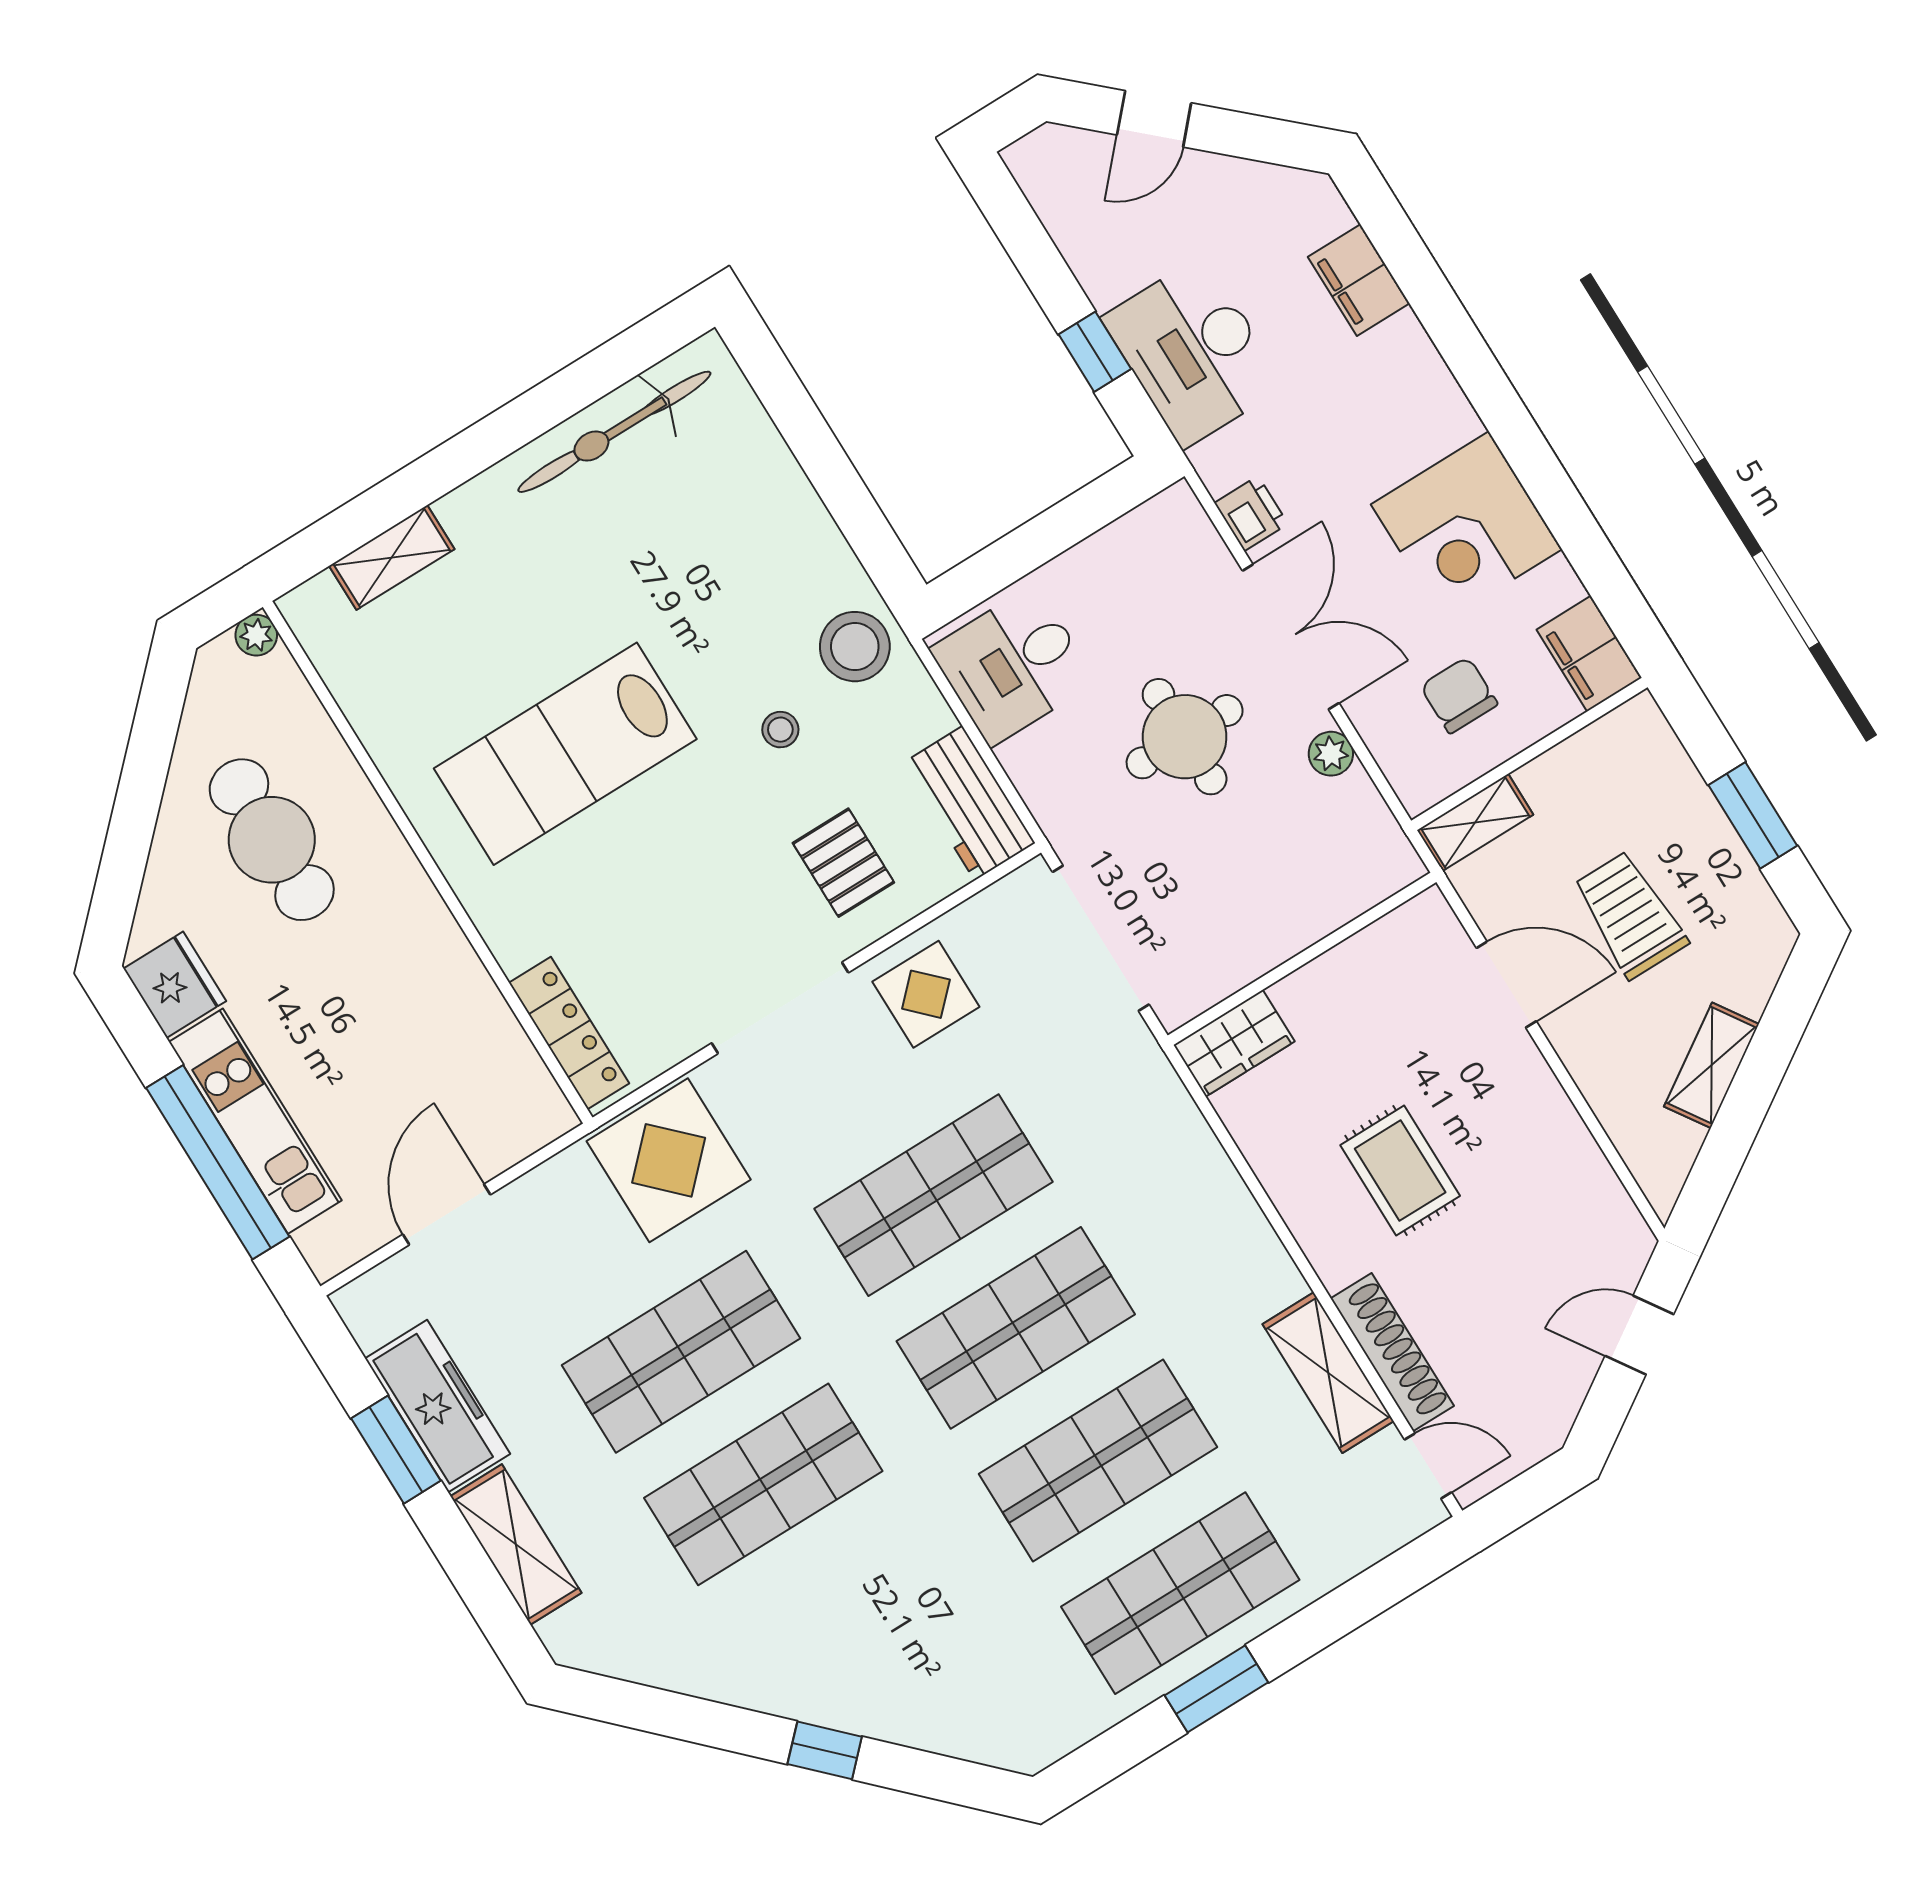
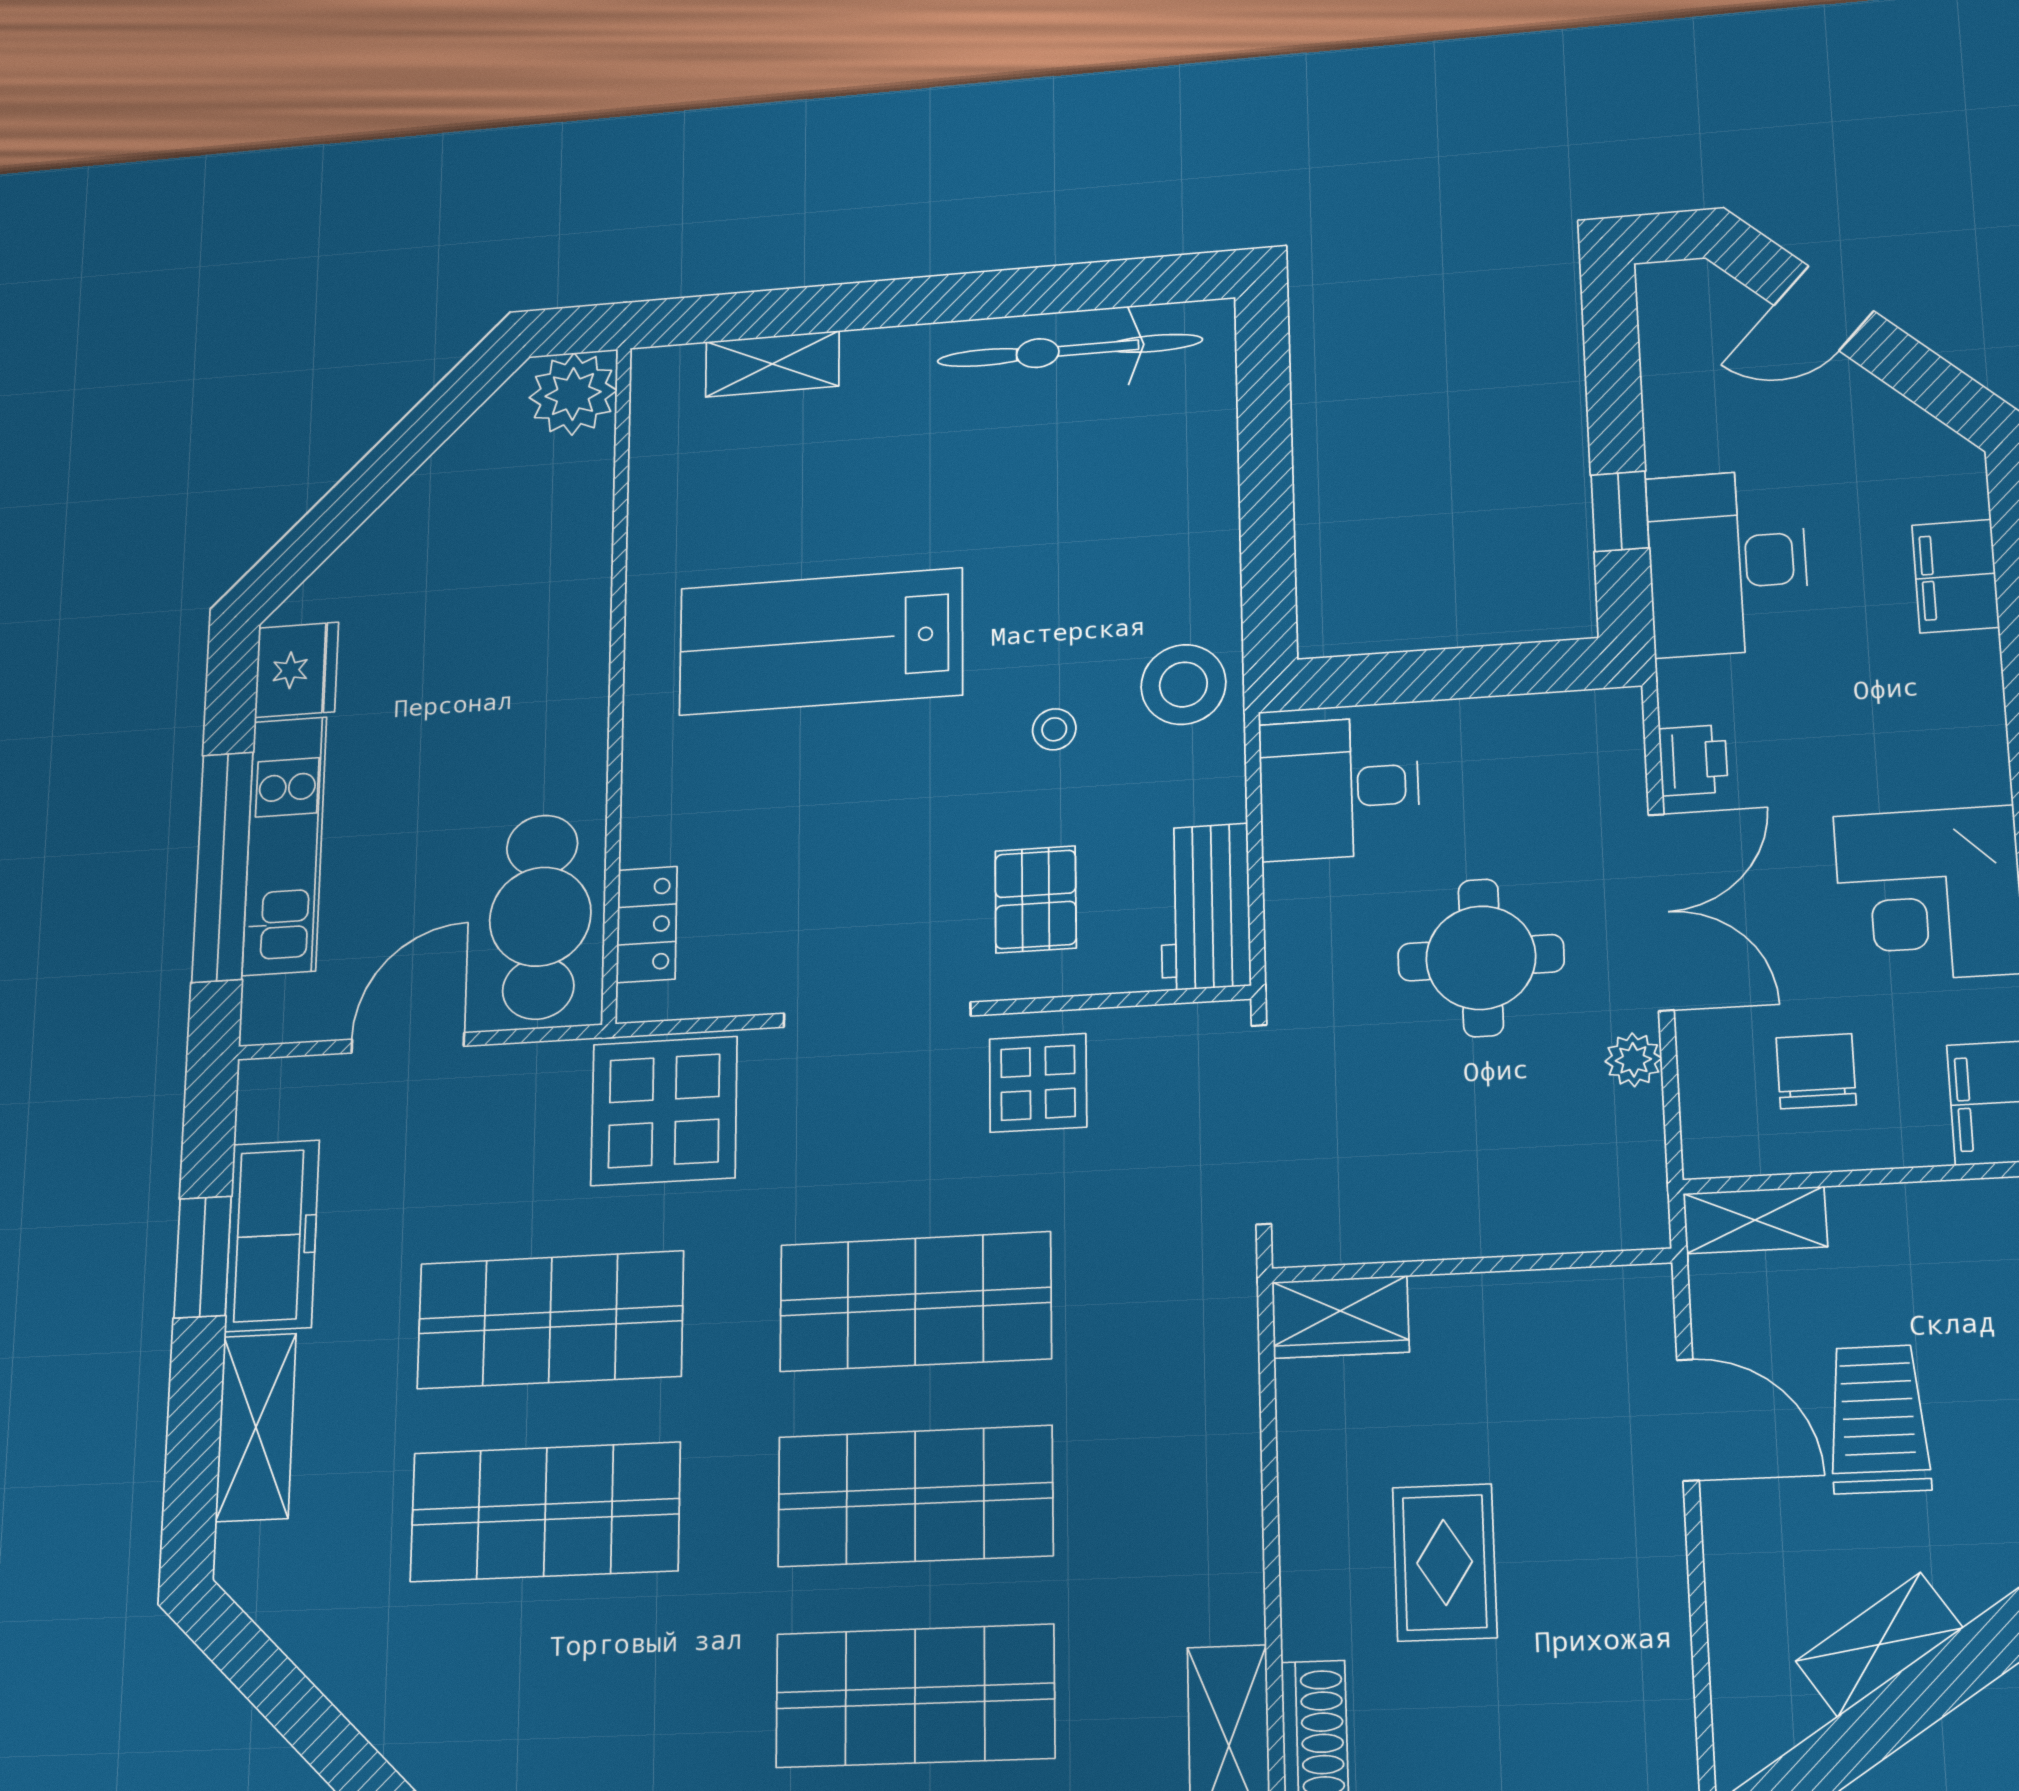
plant: (256, 635) -> (573, 394), width x1.88, depth x1.88
cafe table: (272, 840) -> (540, 917), moved
locker: (569, 1033) -> (647, 924), width x0.66

